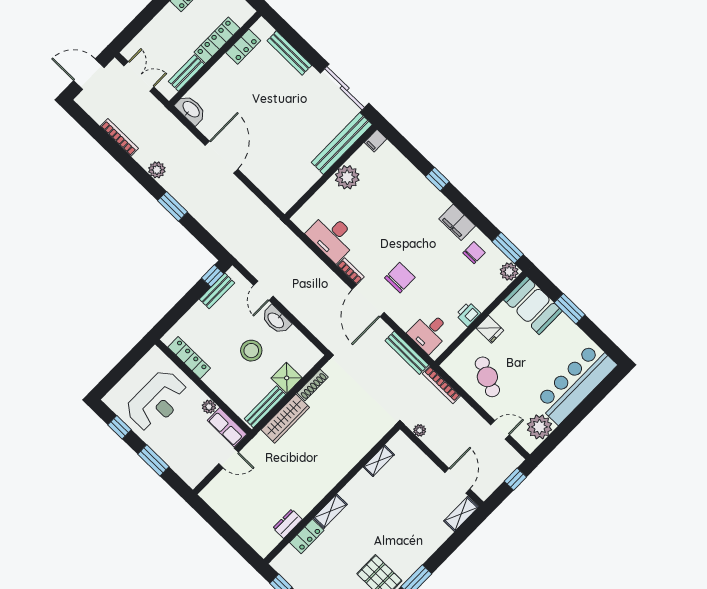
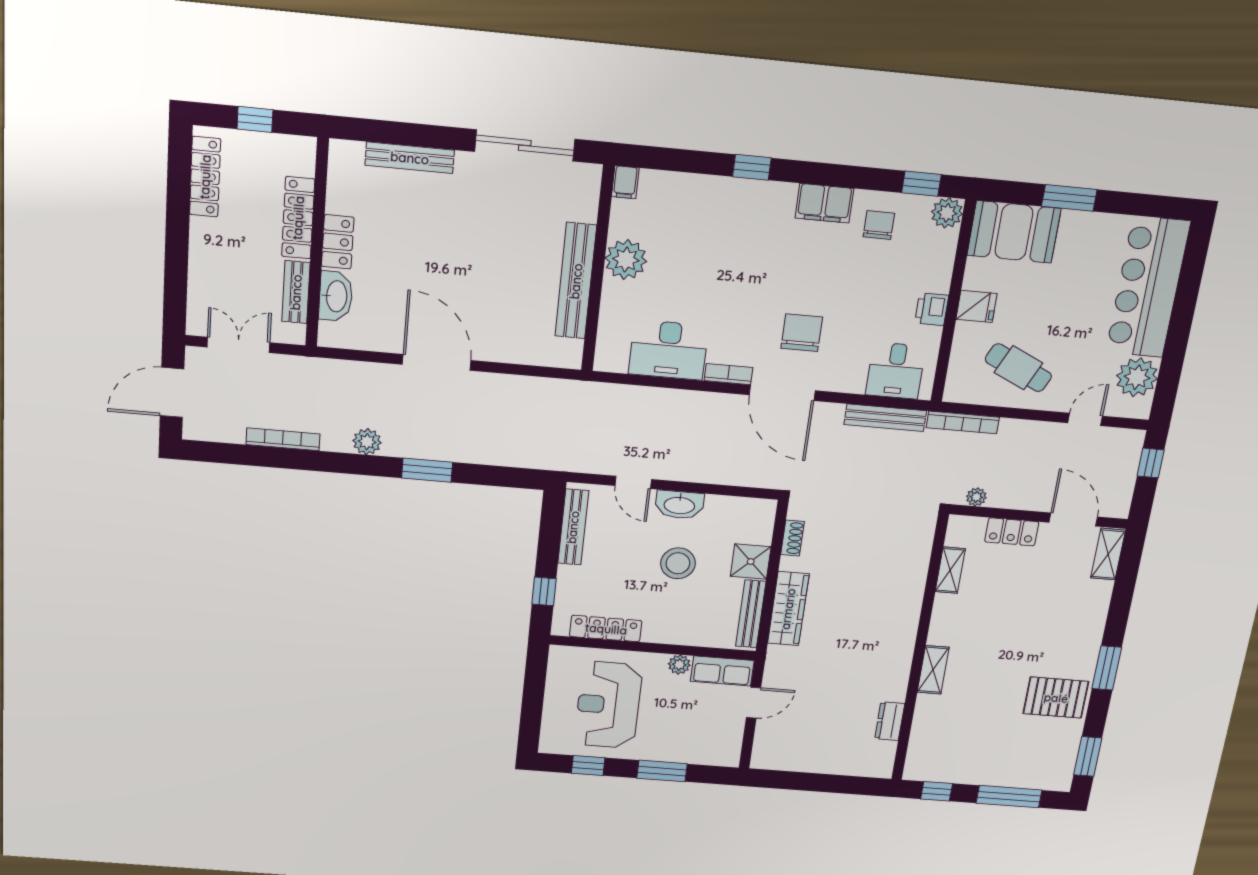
locker: (243, 47) -> (338, 242), moved
washbasin: (191, 110) -> (336, 296), moved, turned 90
bench: (342, 143) -> (576, 281), moved
window: (508, 248) -> (921, 184), width x0.67
window: (213, 276) -> (544, 591), moved
bench: (217, 291) -> (573, 527), width x1.36
shoe rack: (313, 385) -> (792, 538), width x0.70
reception desk: (157, 401) -> (608, 705), turned 180
locker: (307, 536) -> (1012, 532), moved, turned 90

